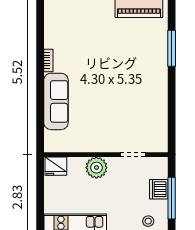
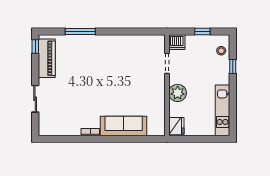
dishwasher: (159, 189) -> (177, 42), moved
window: (172, 198) -> (202, 32), width x0.46

